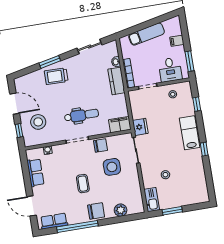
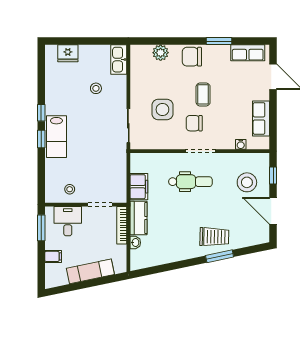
sliding door: (89, 47) -> (166, 268), removed
window: (197, 104) -> (41, 139), moved
dental chair: (81, 115) -> (190, 182), turned 180
filing cabinet: (120, 125) -> (139, 187), moved, turned -90
fridge: (140, 127) -> (68, 53), moved, turned -90
chair: (101, 145) -> (194, 123), moved
window: (172, 211) -> (95, 41), removed
window: (77, 226) -> (219, 41), width x0.47

